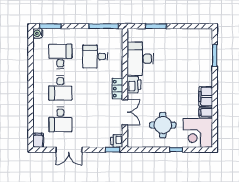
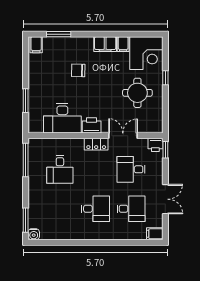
filing cabinet: (205, 35) -> (36, 45), added
desk: (60, 57) -> (131, 169), moved
chair: (183, 73) -> (78, 70), added

